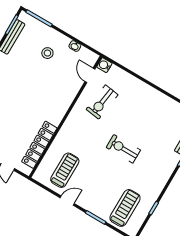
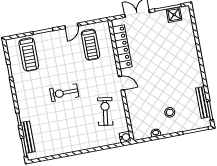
door: (90, 75) -> (121, 83), moved
exercise bike: (123, 149) -> (64, 93), turned 180

